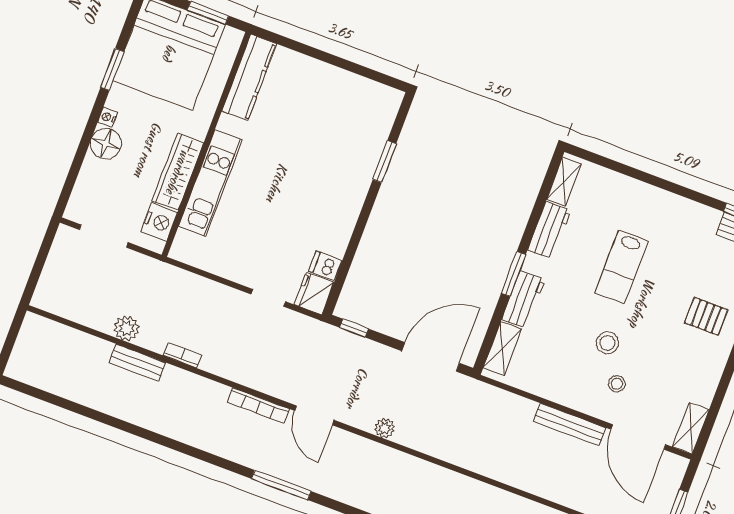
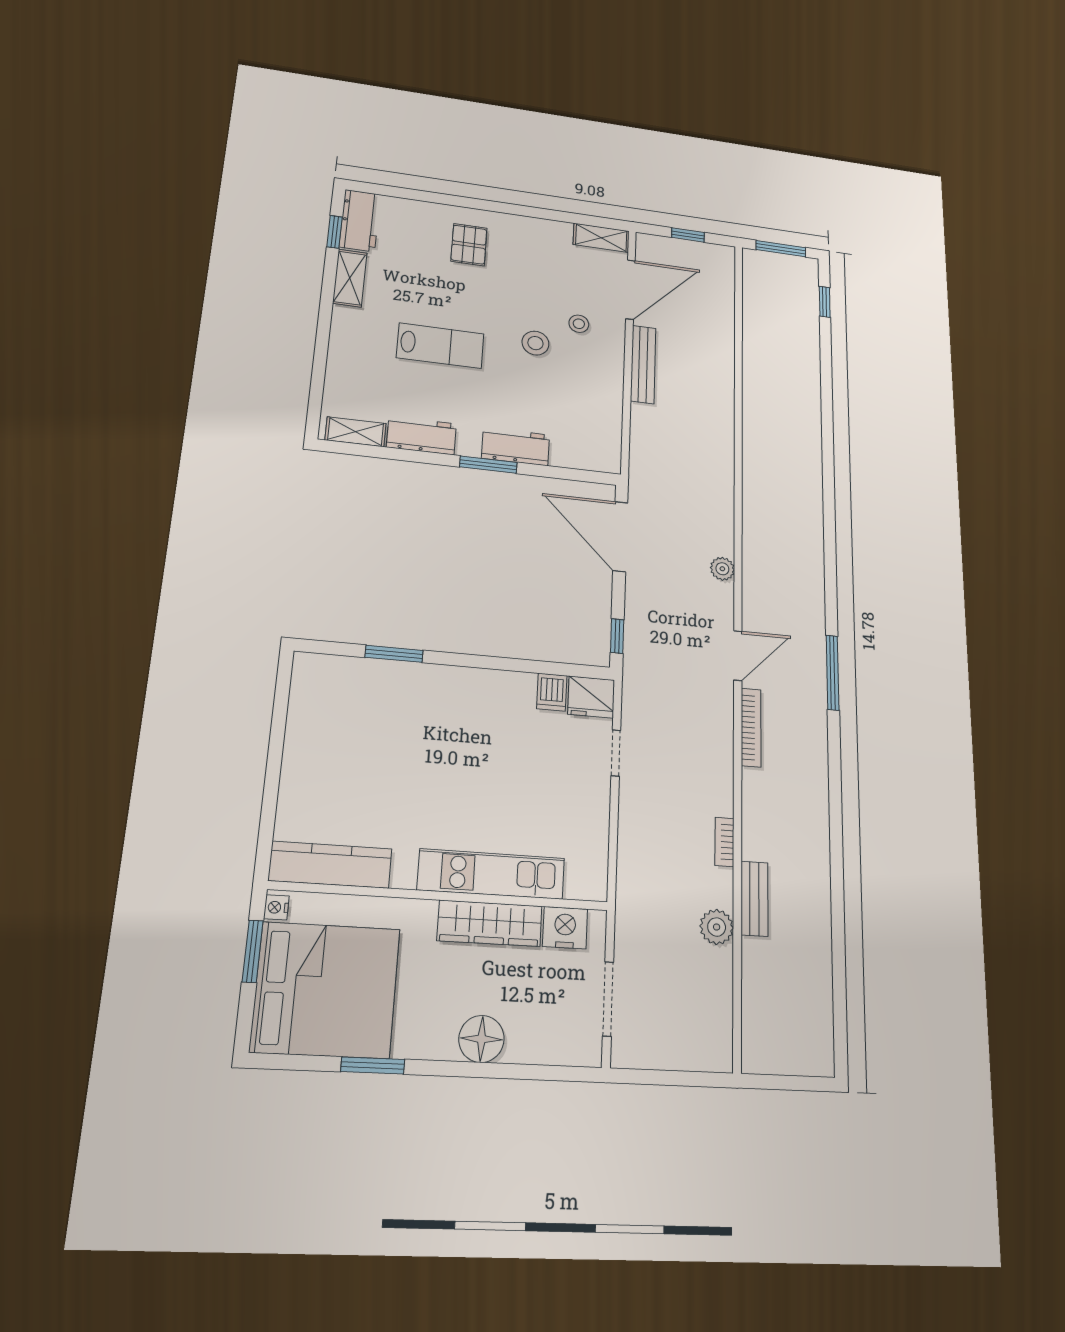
nightstand: (108, 117) -> (276, 907), moved, turned 90
shelving: (502, 349) -> (350, 278), moved, turned 90

